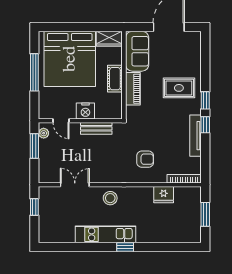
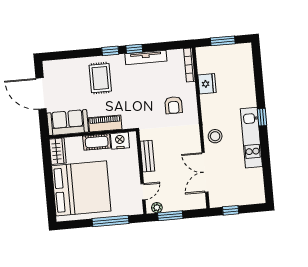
window: (34, 72) -> (111, 221), moved
nightstand: (85, 111) -> (120, 141), moved, turned -90
armchair: (145, 159) -> (174, 105), turned 180
double door: (75, 185) -> (205, 172), width x1.37

